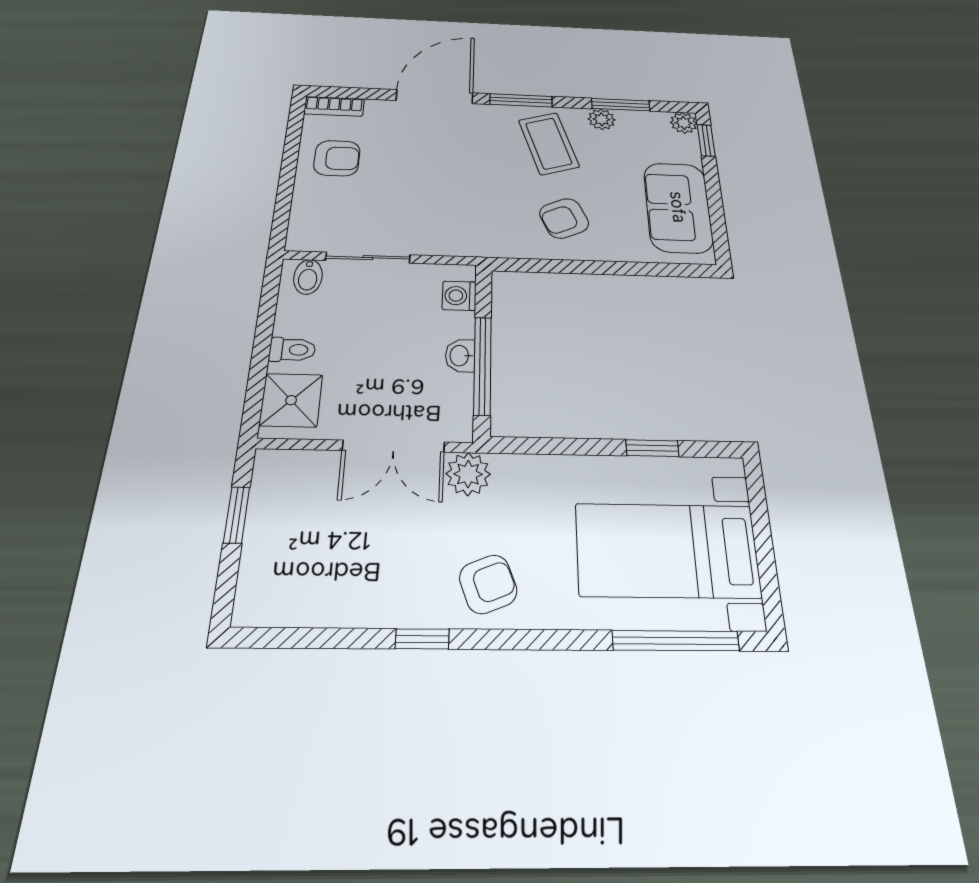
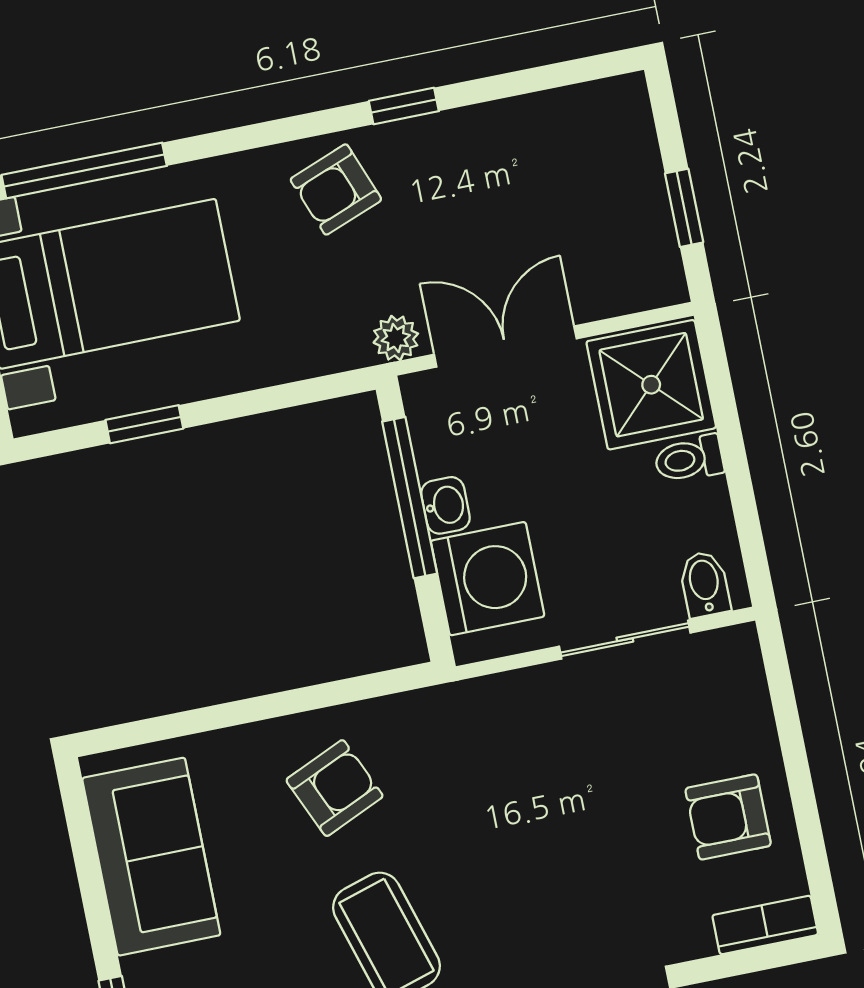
washing machine: (459, 296) -> (488, 579), width x1.89, depth x1.89
shower: (291, 400) -> (651, 385), width x1.36, depth x1.36
plant: (468, 474) -> (396, 338), width x0.73, depth x0.73

